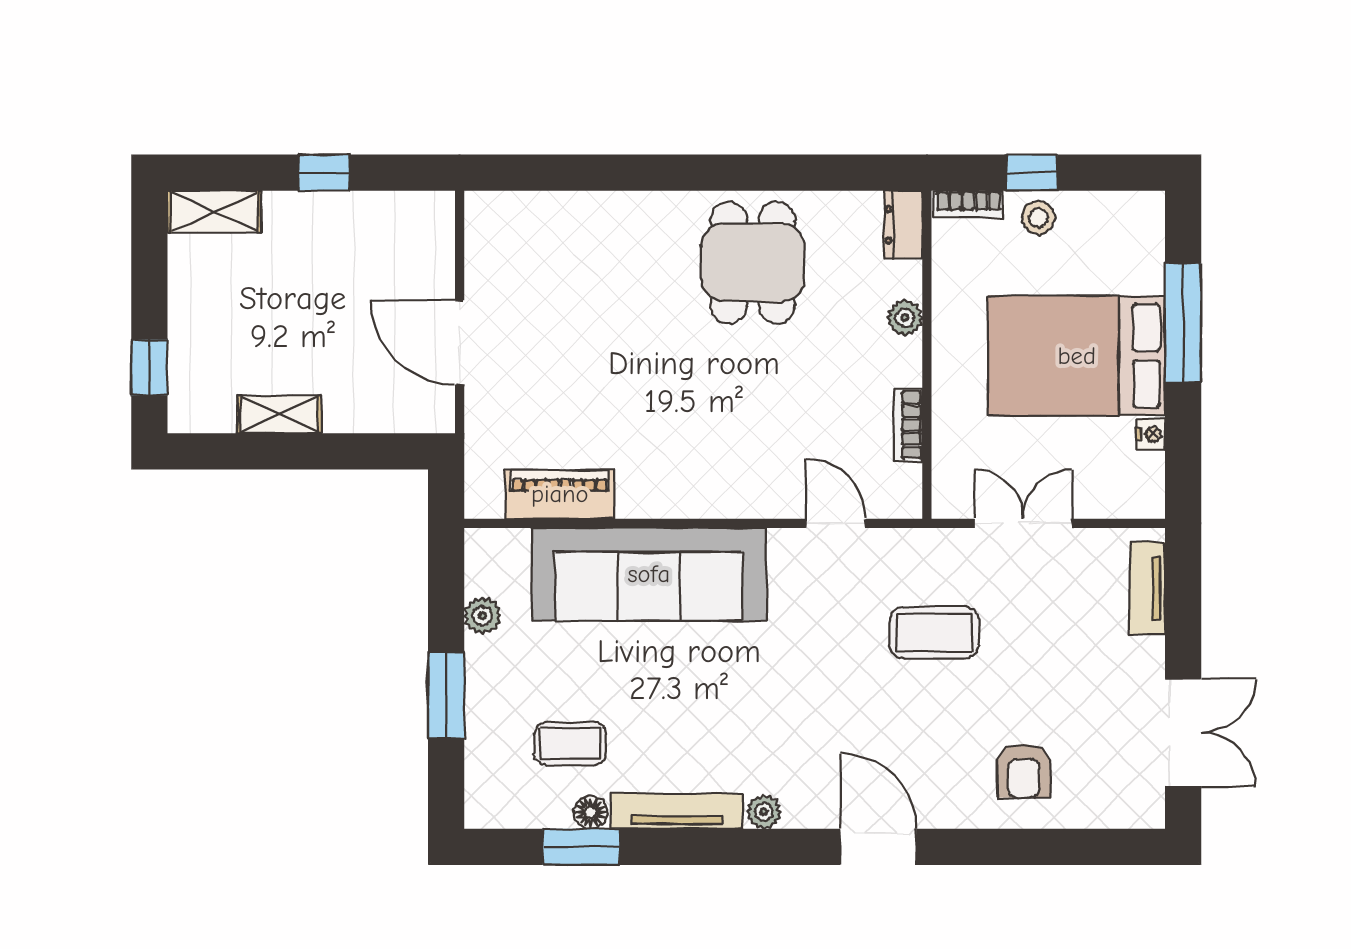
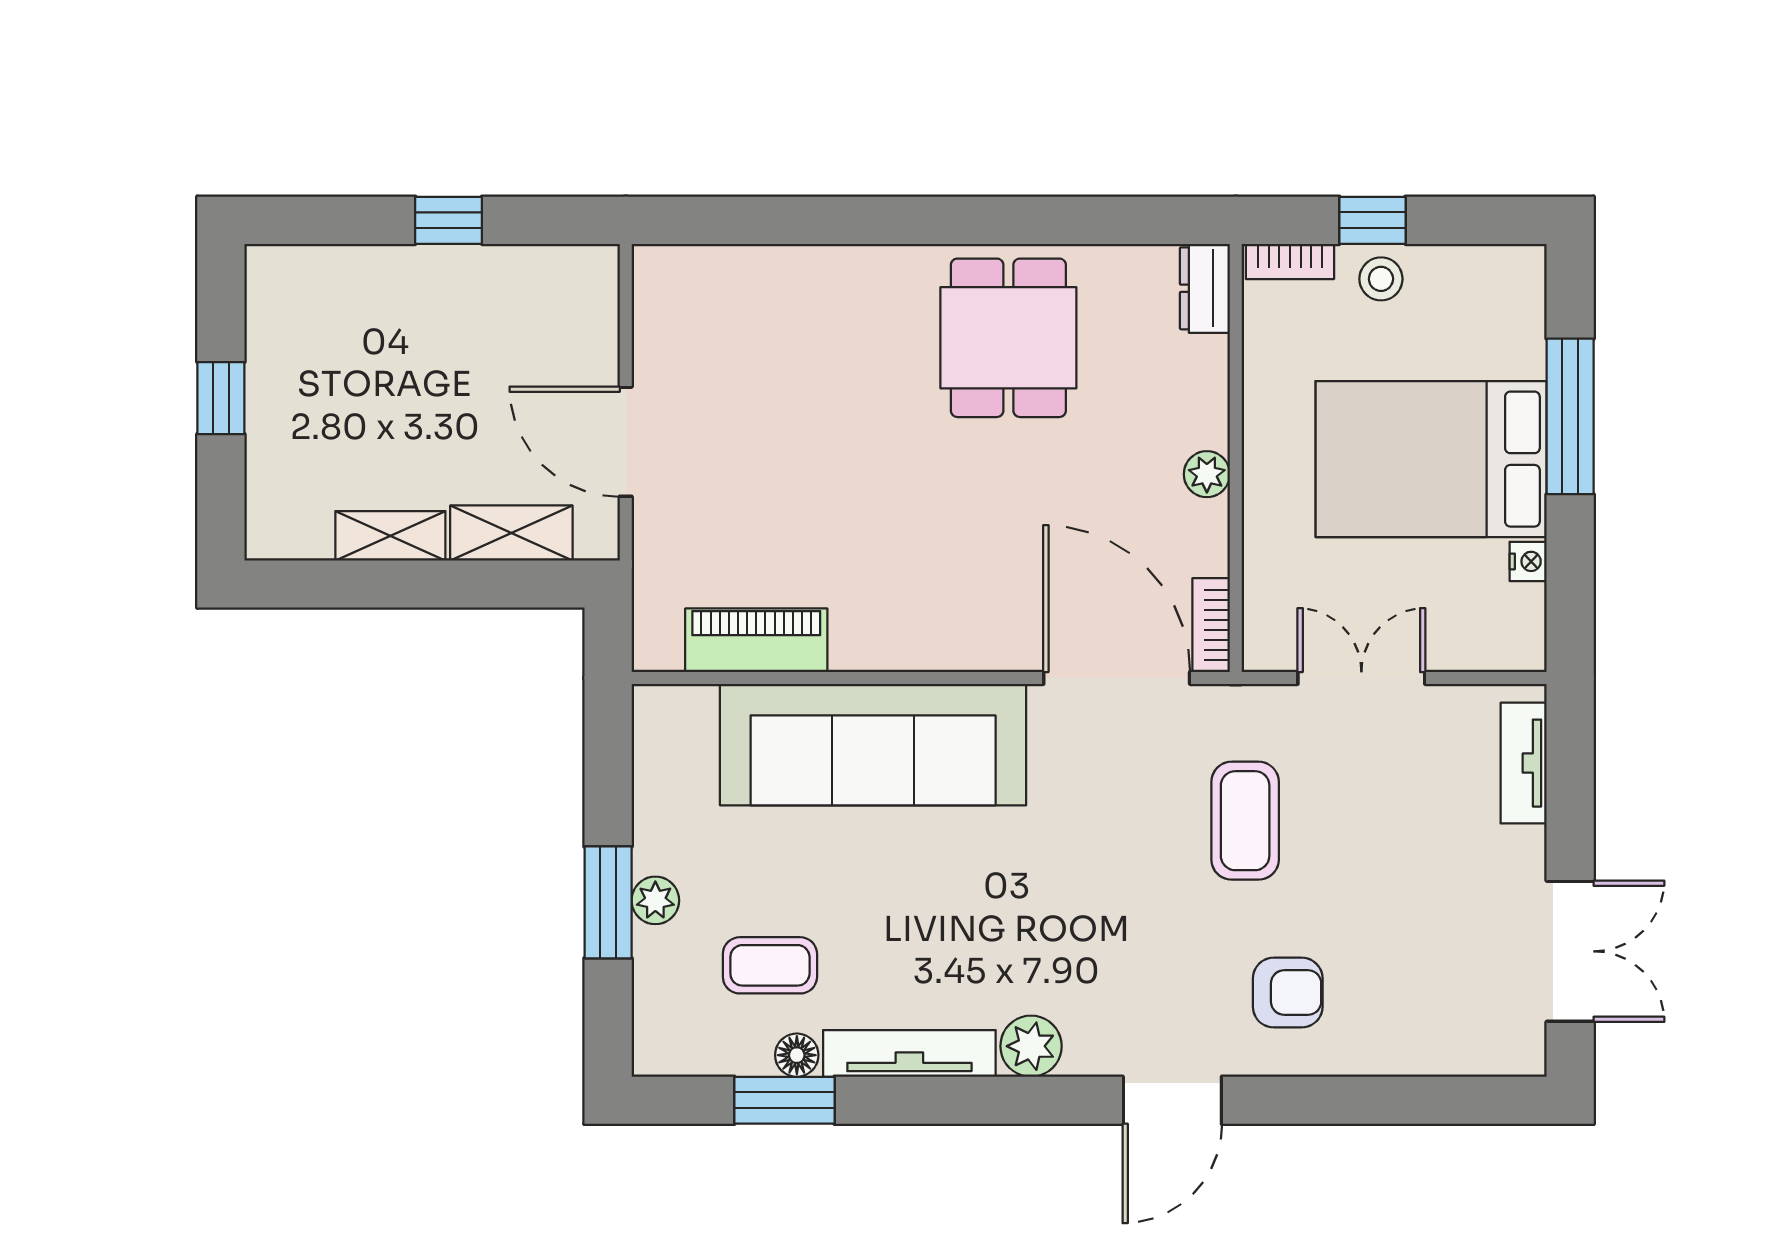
shelving: (214, 212) -> (511, 533), moved
plant: (905, 318) -> (1207, 474), moved
window: (149, 367) -> (221, 398), moved
bookcase: (908, 425) -> (1211, 625), moved
door: (836, 523) -> (1117, 678), width x1.87
plant: (482, 616) -> (655, 900), moved
coffee table: (934, 633) -> (1245, 821), turned 90
armchair: (1024, 771) -> (1288, 993), moved, turned -90
plant: (764, 812) -> (1031, 1046), width x1.38, depth x1.38
door: (878, 847) -> (1172, 1100), swing flipped

